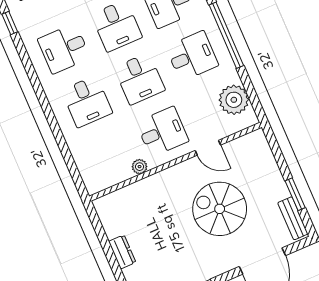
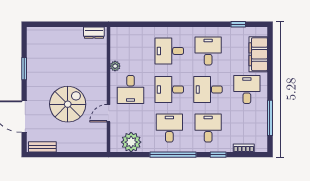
desk: (192, 56) -> (169, 128), turned 180
window: (295, 194) -> (57, 155), removed
dresser: (122, 252) -> (94, 33), moved

